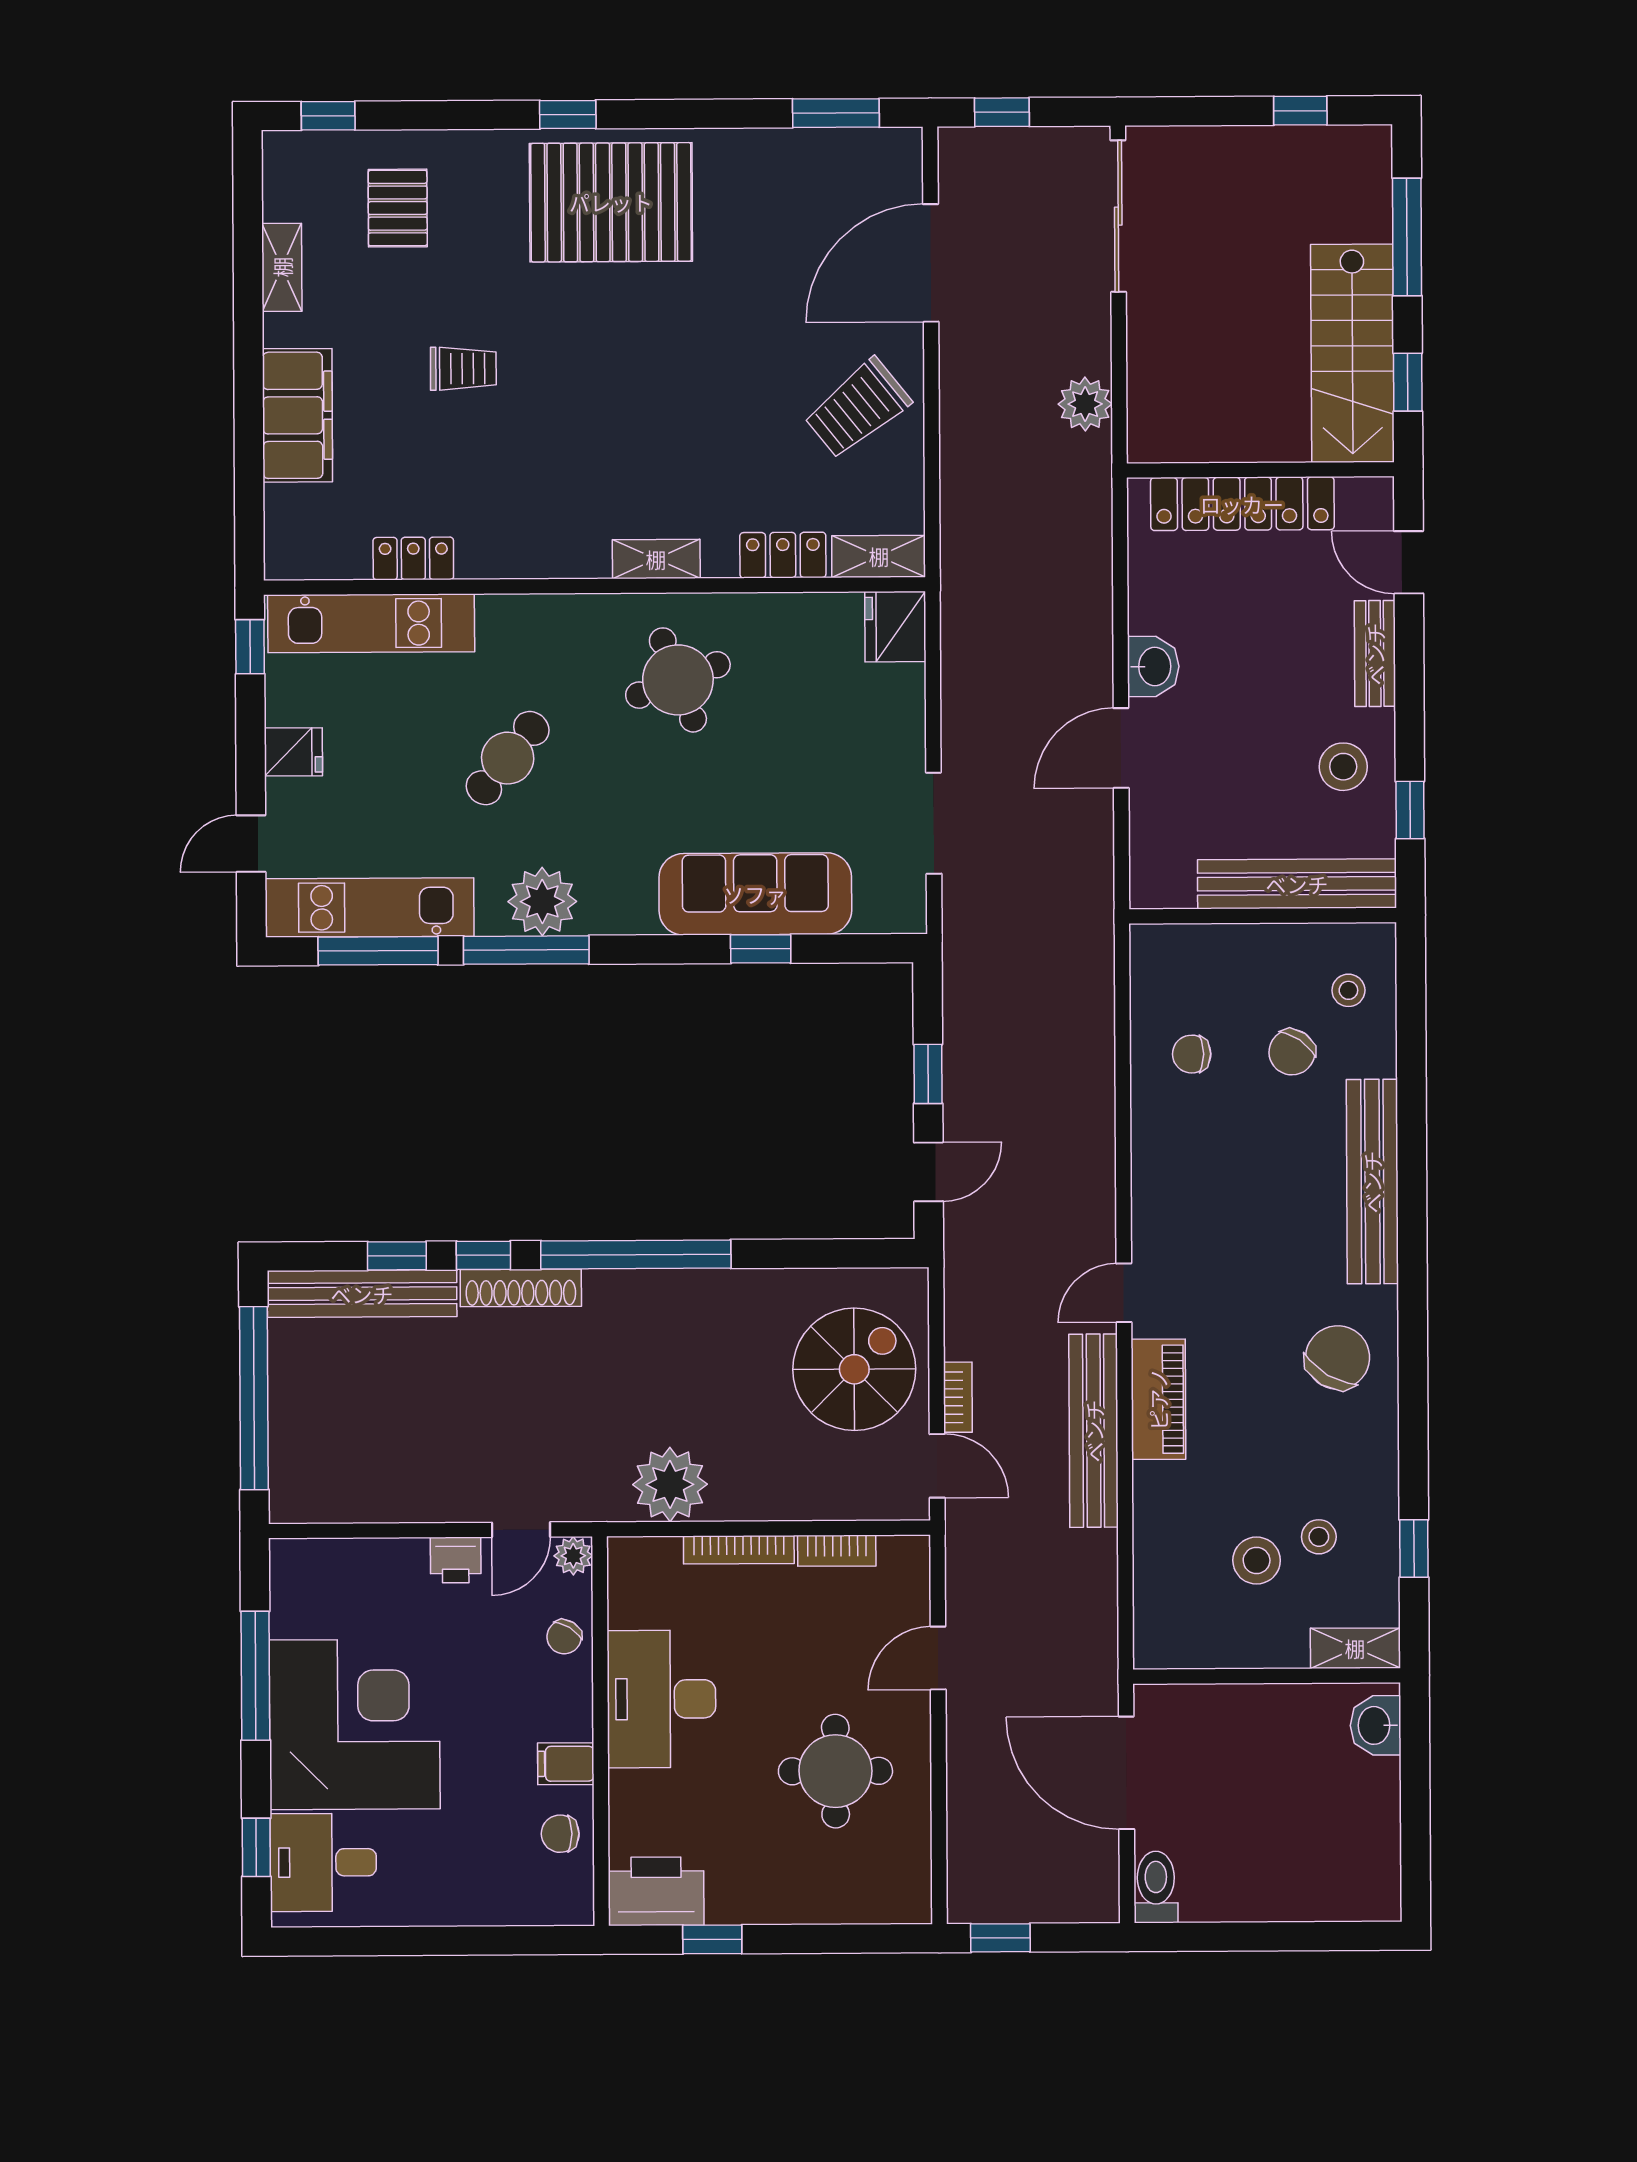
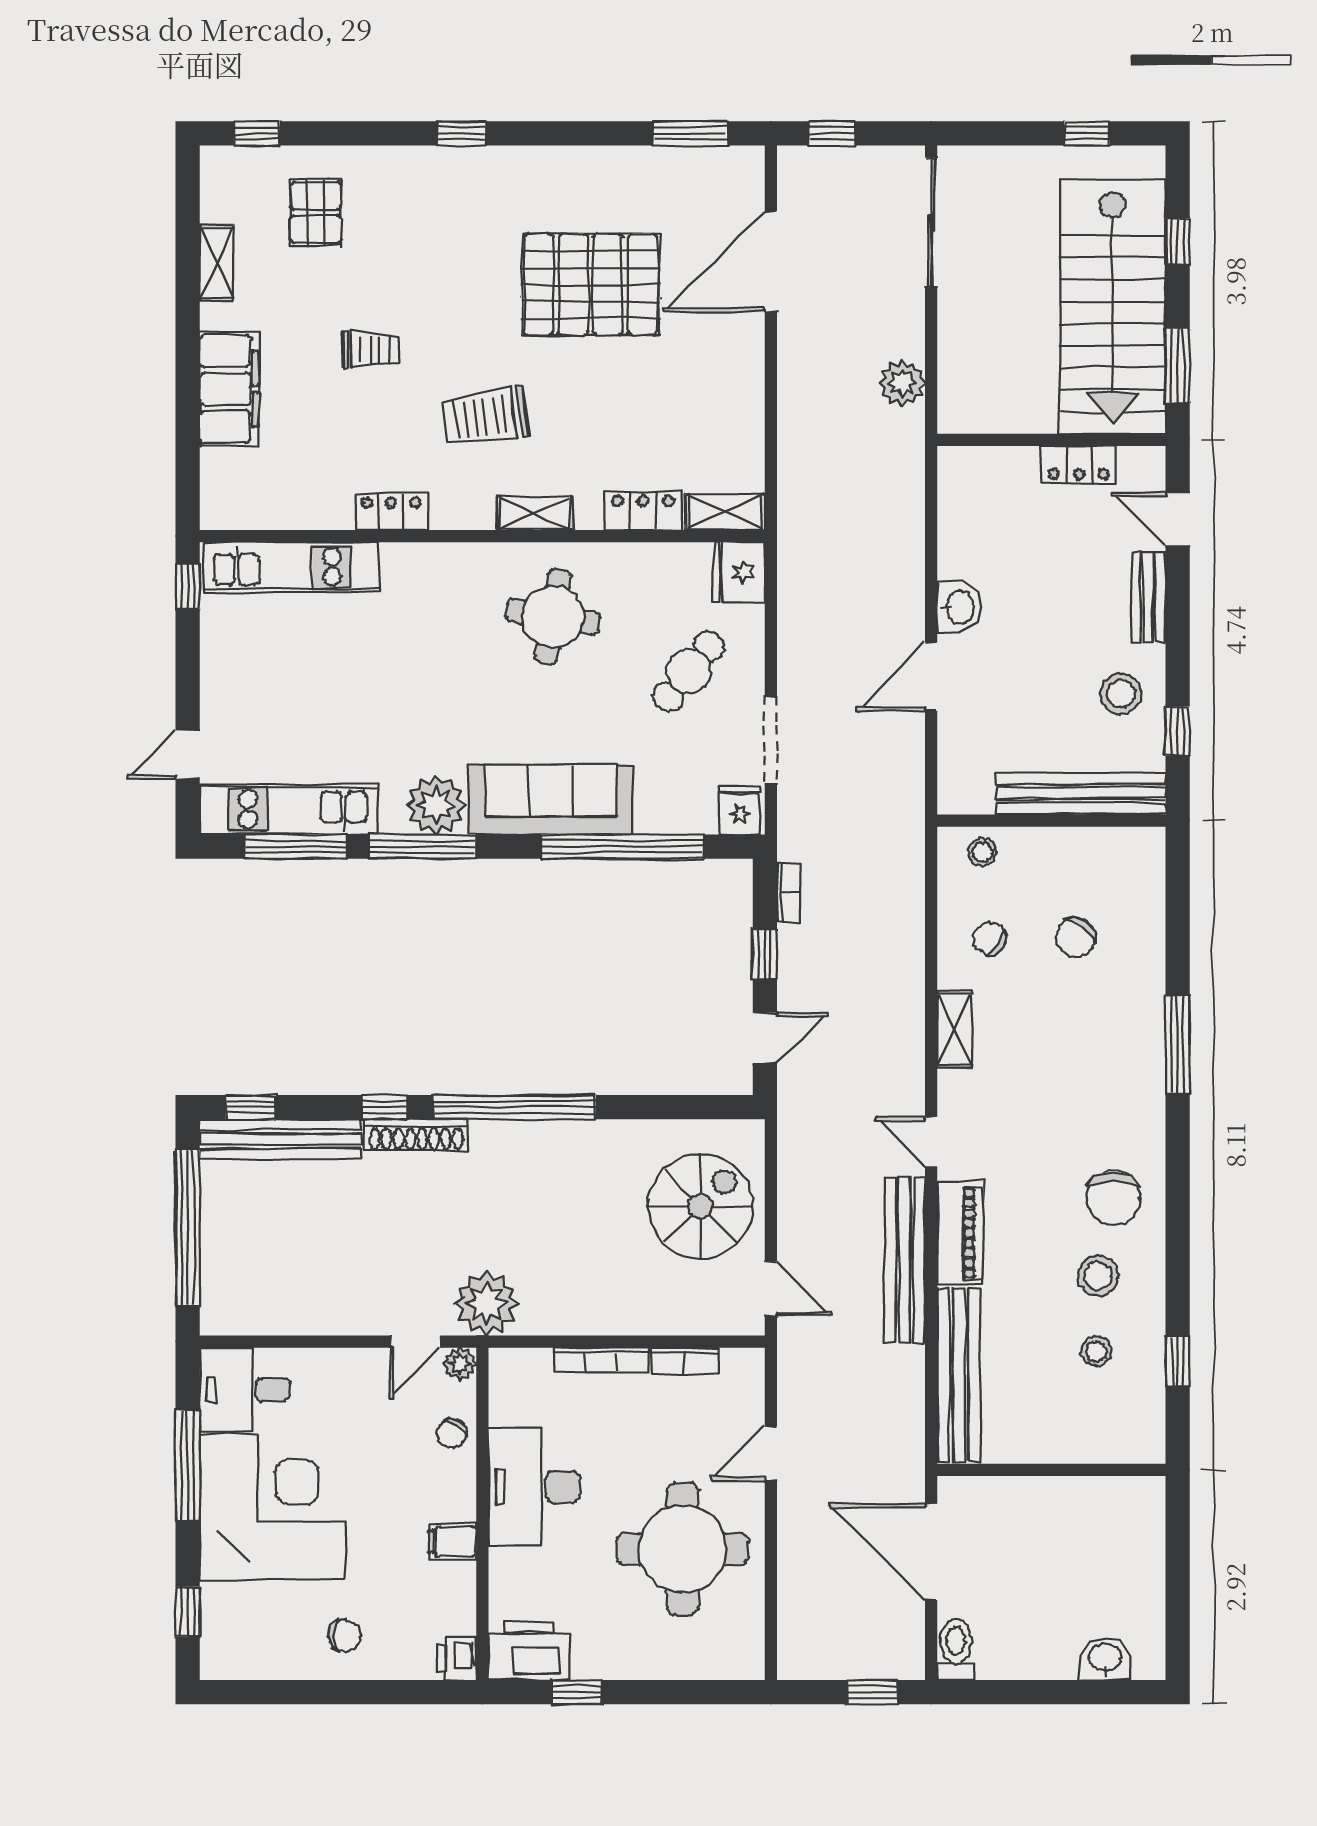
pallet: (611, 202) -> (590, 284), moved
window: (1407, 237) -> (1178, 242), width x0.46
stairs: (1352, 353) -> (1113, 307), width x1.36, depth x1.51
window: (1408, 382) -> (1178, 366), width x1.50
trolley: (857, 408) -> (486, 416), moved, turned 31
locker: (1242, 504) -> (1079, 465), width x0.46, depth x0.83
locker: (413, 559) -> (391, 512), moved
round table: (678, 680) -> (553, 617), turned 30
fridge: (293, 752) -> (740, 810), moved, turned -90
cafe table: (508, 758) -> (689, 671), moved
sofa: (755, 894) -> (551, 800), moved
window: (761, 949) -> (622, 847), width x3.17
stool: (1348, 990) -> (982, 852), moved
chair: (1192, 1054) -> (990, 938), turned 34
window: (1412, 1177) -> (1178, 1045), added
bench: (1372, 1182) -> (959, 1375), moved
window: (397, 1256) -> (251, 1107), moved
door: (1124, 1293) -> (931, 1142), hinge flipped
chair: (1338, 1358) -> (1113, 1198), turned 149
bookcase: (958, 1397) -> (789, 893), moved
plant: (670, 1484) -> (487, 1304), moved
printer: (456, 1560) -> (457, 1659), moved, turned 90
stool: (1257, 1560) -> (1098, 1276), moved
shelving: (1355, 1648) -> (954, 1030), moved, turned 90
washbasin: (1375, 1725) -> (1105, 1659), moved, turned 90
round table: (835, 1771) -> (683, 1549), width x1.36, depth x1.36
chair: (560, 1834) -> (345, 1635), moved, turned 180
desk: (323, 1862) -> (245, 1389), moved
window: (1000, 1938) -> (872, 1692), moved

